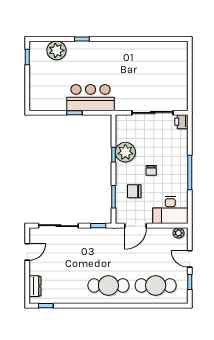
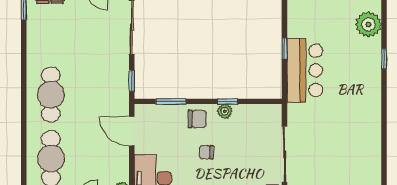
plant: (125, 152) -> (225, 111), width x0.53, depth x0.53
chair: (134, 191) -> (197, 119), moved, turned 90

